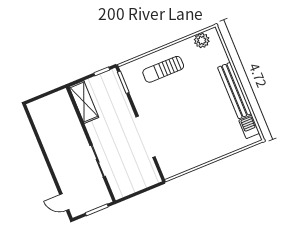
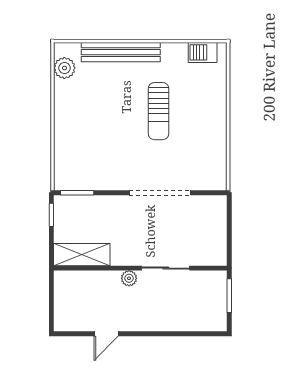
sun lounger: (163, 69) -> (159, 111), moved
bench: (234, 91) -> (121, 52), moved
plant: (81, 139) -> (129, 278), added
door: (64, 202) -> (106, 334), moved

